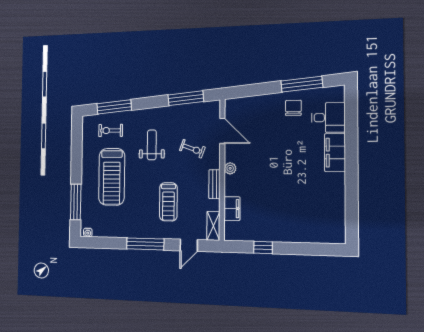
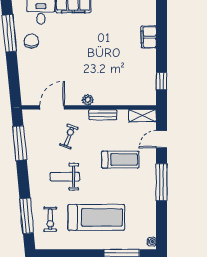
chair: (293, 108) -> (31, 41), turned 90
filing cabinet: (232, 209) -> (149, 37), moved, turned -90
door: (189, 245) -> (161, 139), swing flipped
window: (263, 248) -> (161, 81), moved

